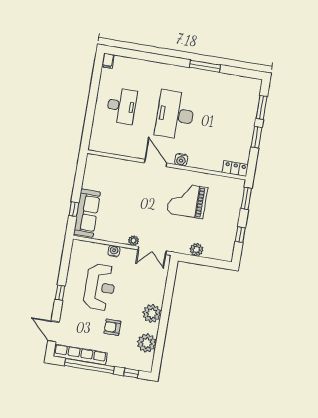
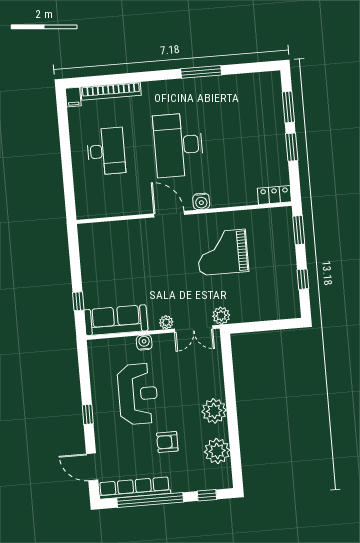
bookcase: (136, 63) -> (111, 91), added
sofa: (87, 213) -> (116, 320), moved, turned -90
plant: (197, 250) -> (221, 316), moved

